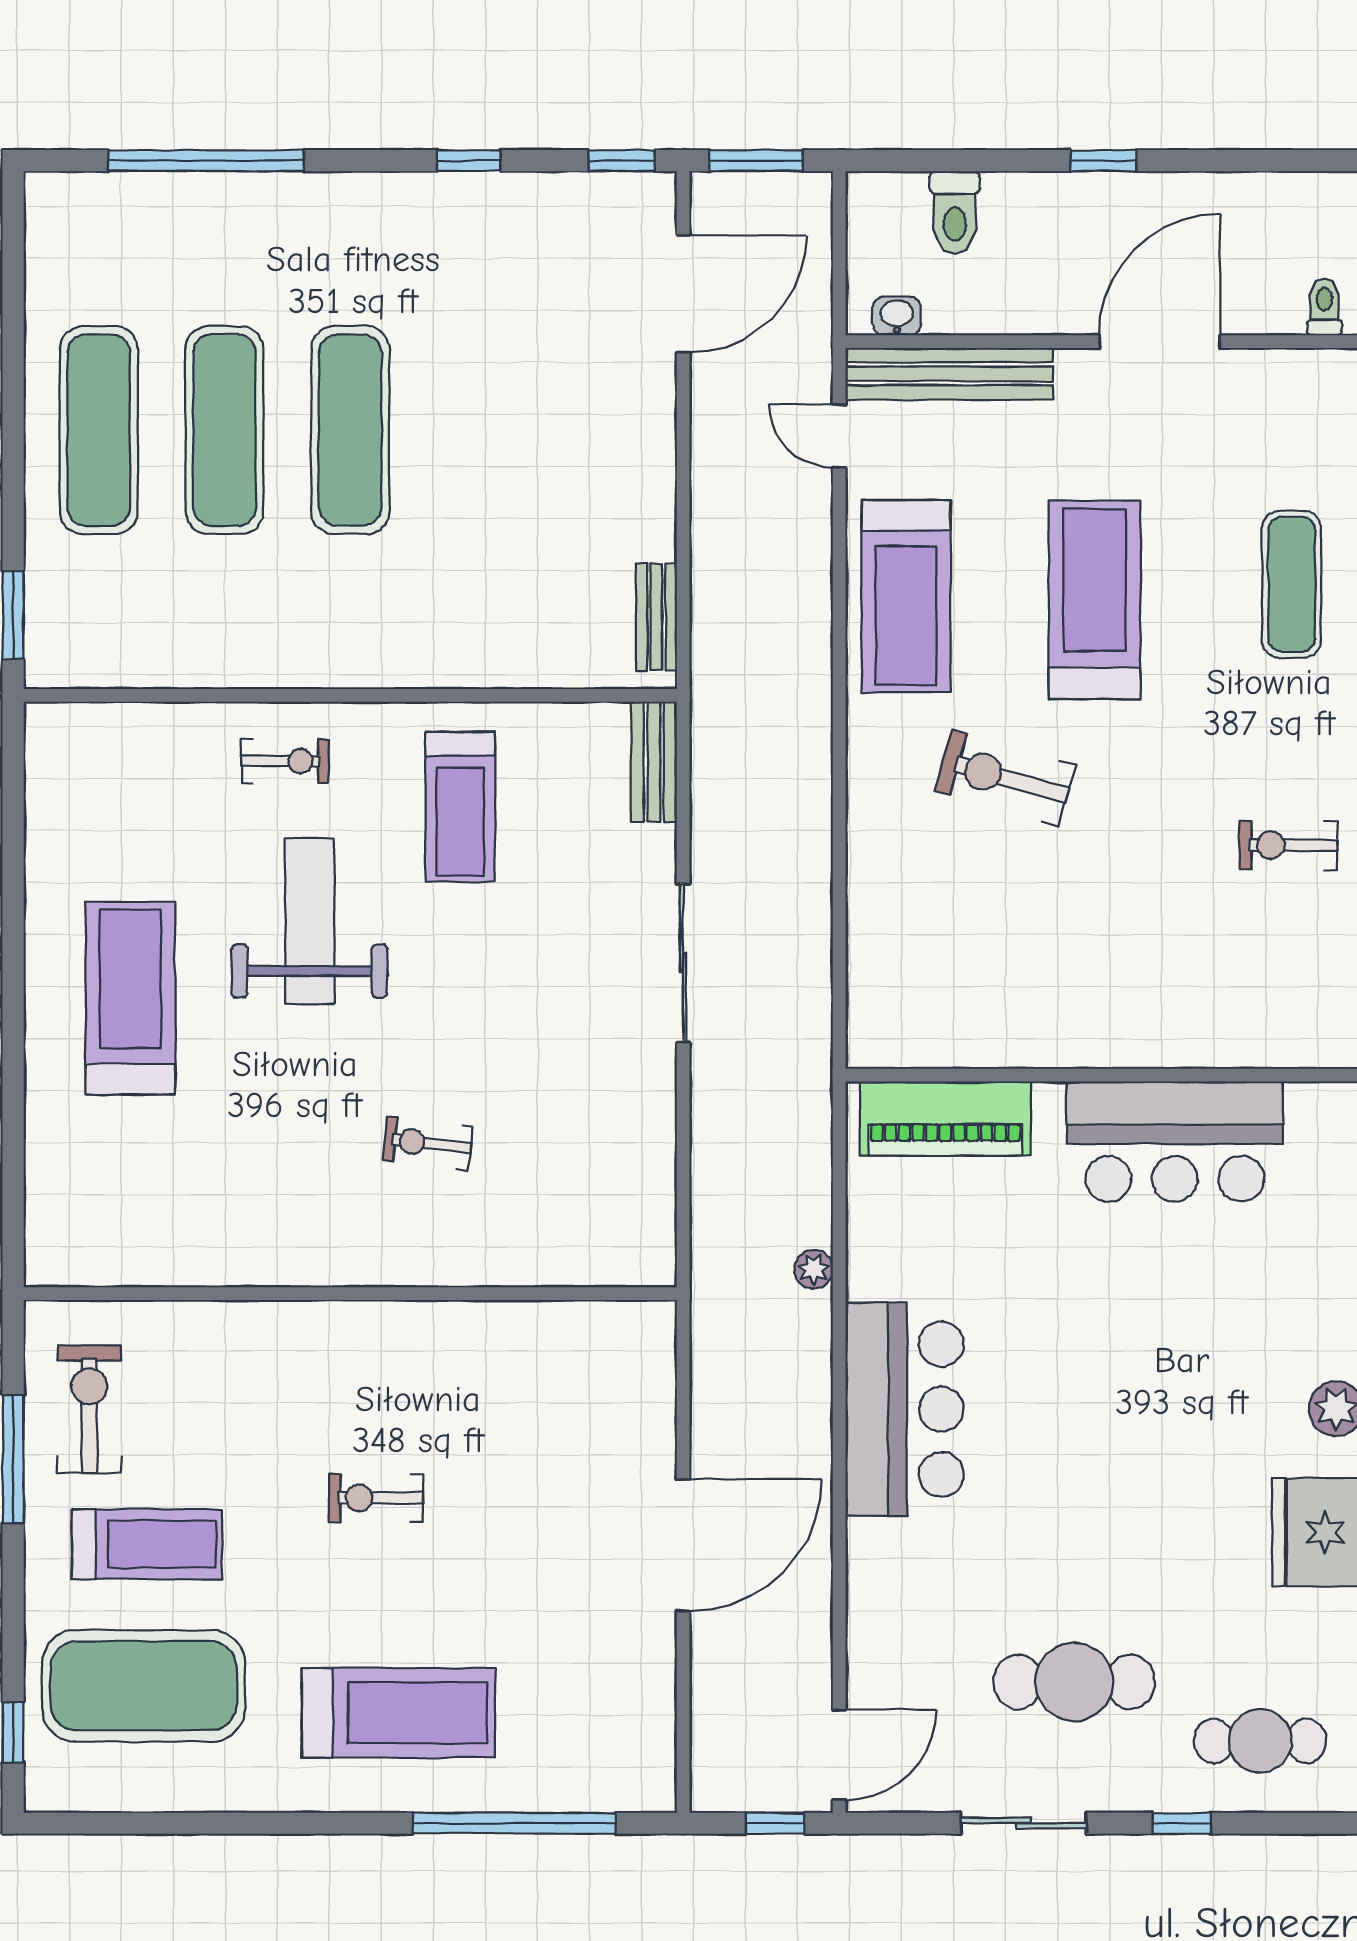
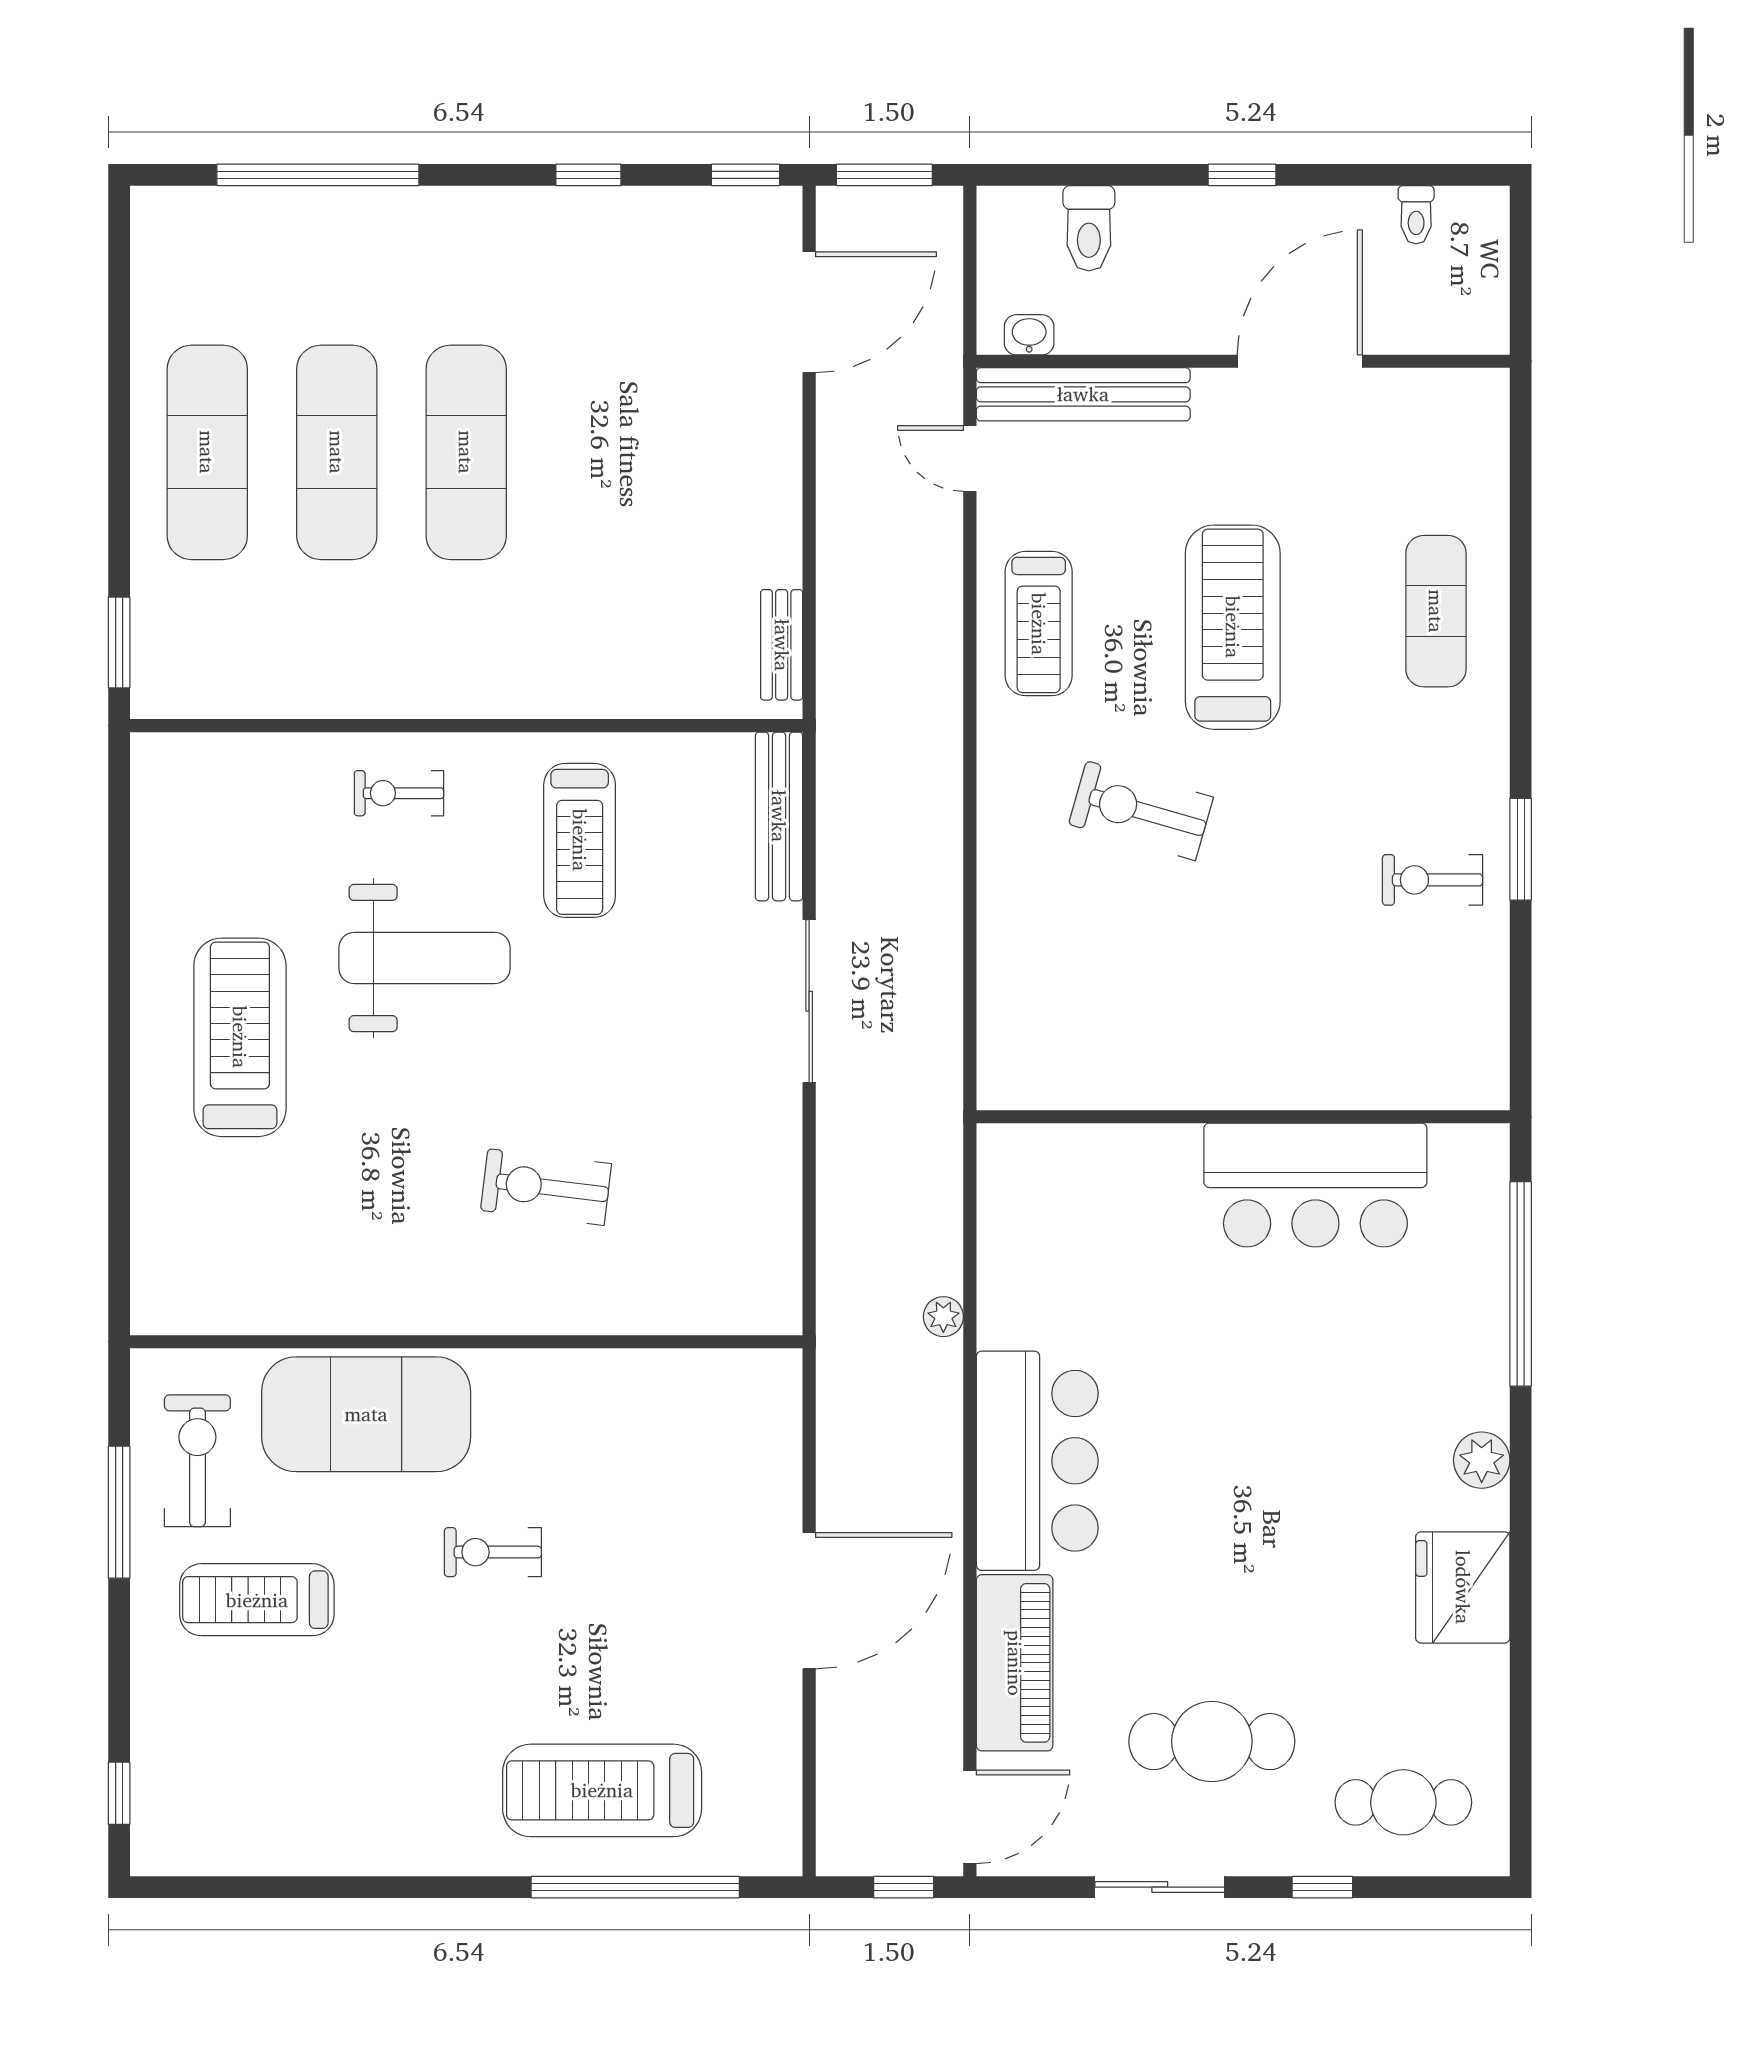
toilet: (1324, 307) -> (1416, 215), moved, turned 180
treadmill: (906, 596) -> (1039, 624), width x0.73, depth x0.73
exercise bike: (285, 761) -> (399, 793), turned 180
bench: (654, 762) -> (779, 816), width x1.36
weight bench: (310, 921) -> (424, 958), turned 90
piano: (945, 1119) -> (1015, 1663), moved, turned -90
exercise bike: (428, 1143) -> (546, 1187), width x1.38, depth x1.39
treadmill: (147, 1544) -> (257, 1600), turned 180
exercise mat: (144, 1686) -> (366, 1414), moved
treadmill: (398, 1713) -> (602, 1790), moved, turned 180

